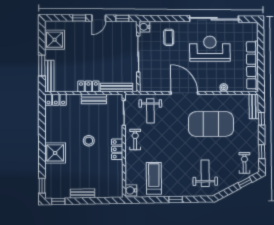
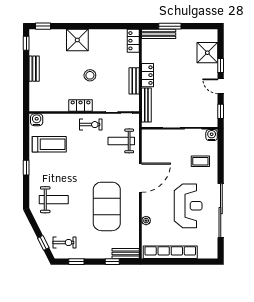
shower: (55, 40) -> (207, 53), moved

